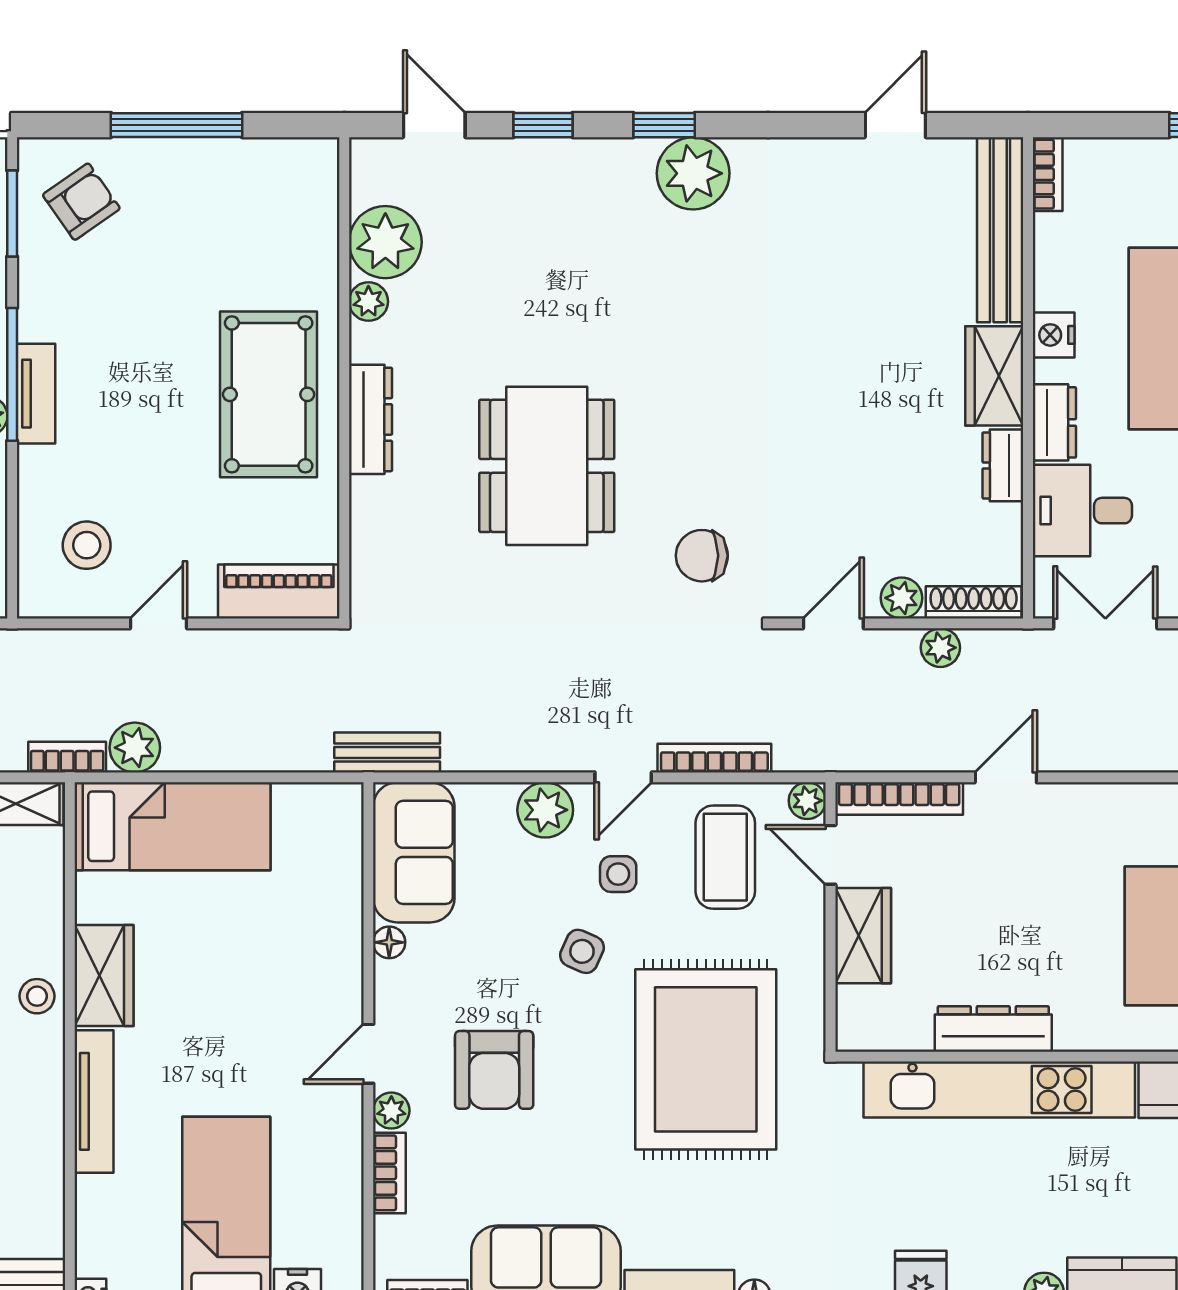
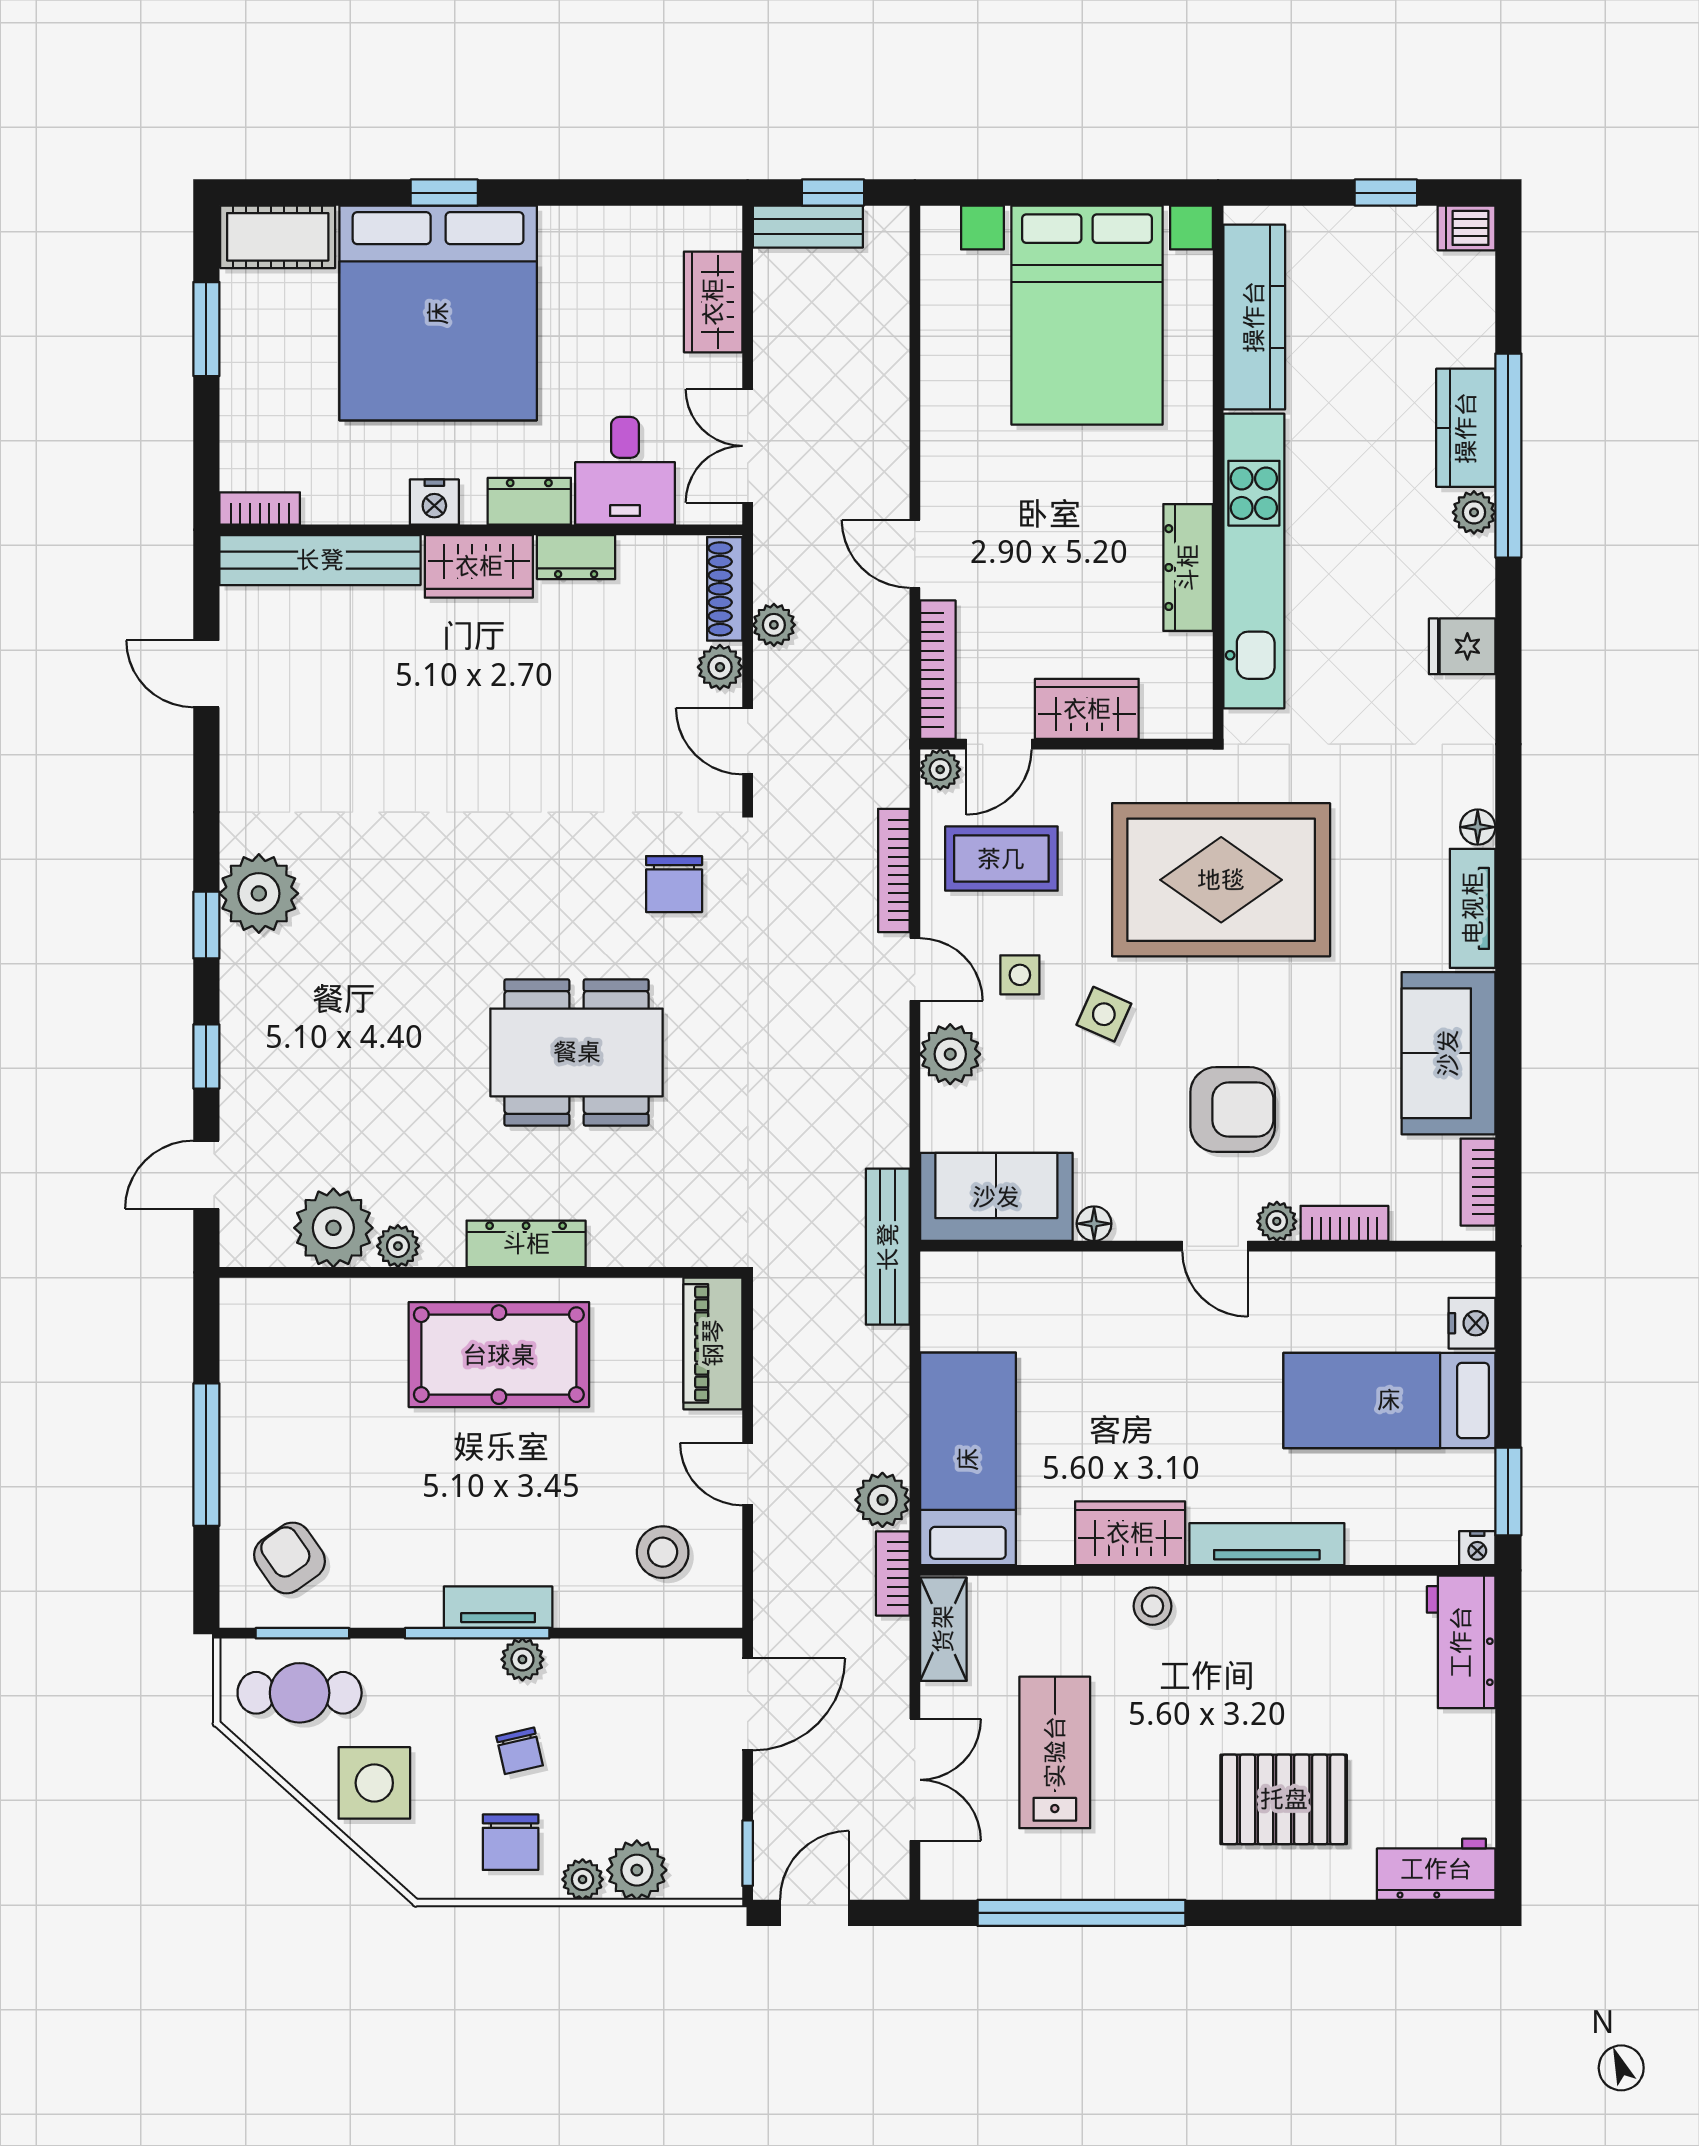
bench: (387, 752) -> (888, 1247), width x1.36

